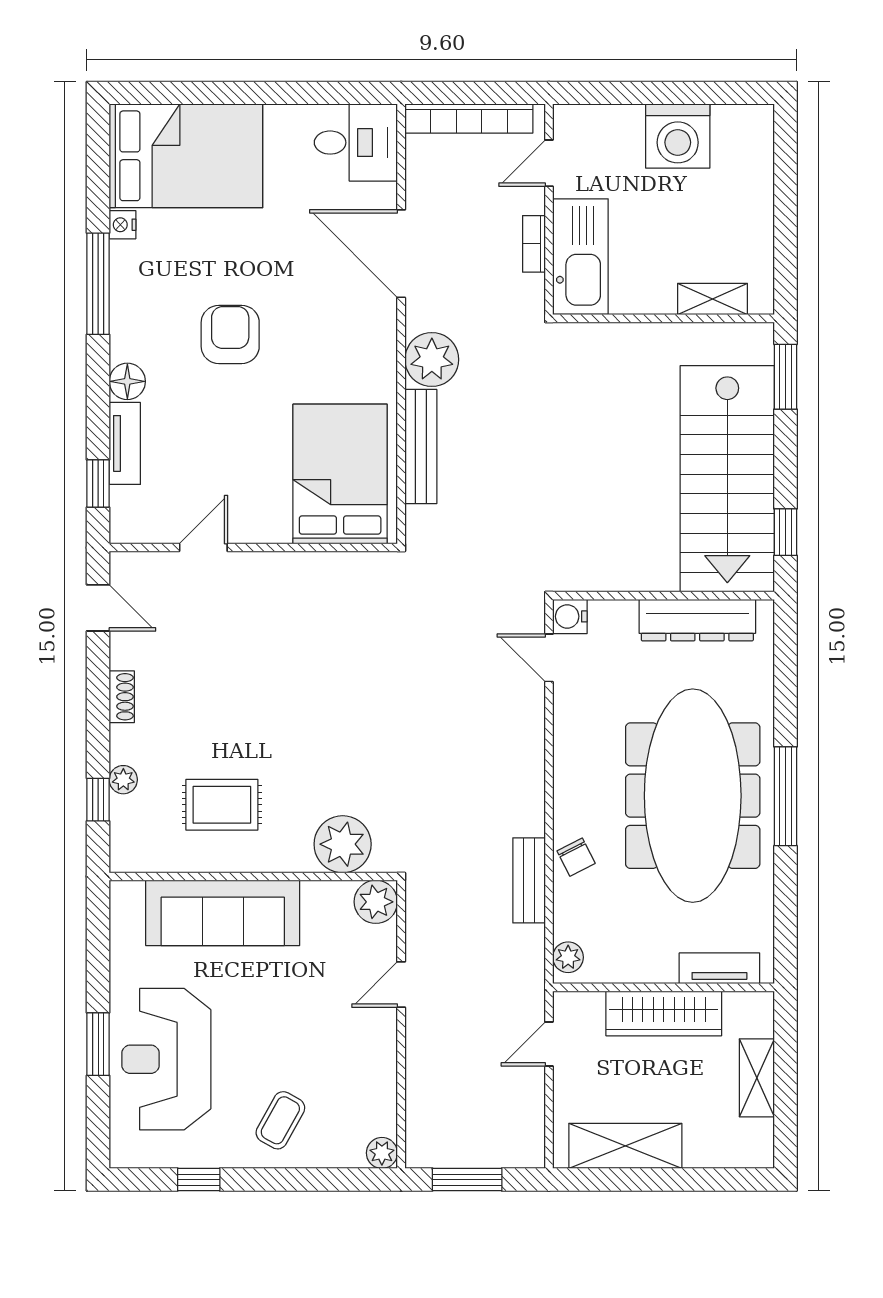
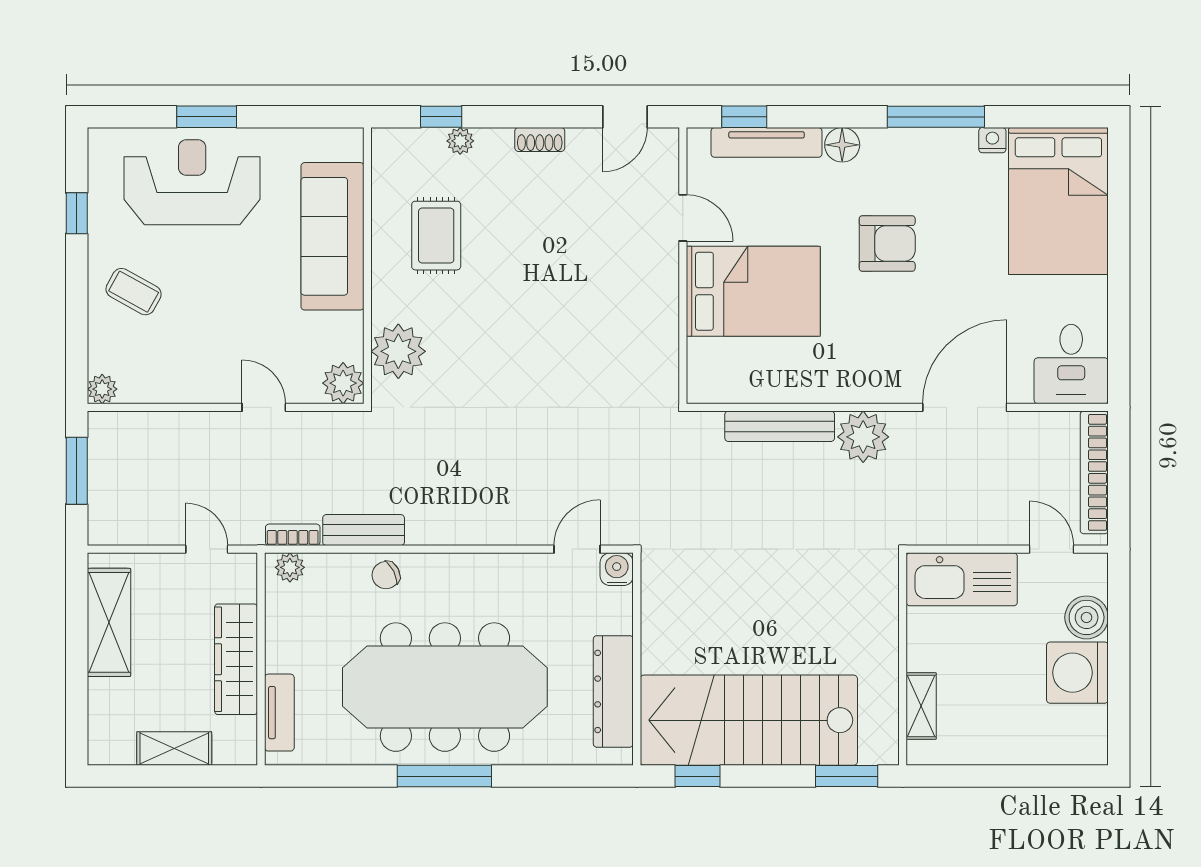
boiler: (620, 127) -> (1087, 617), added
bookcase: (534, 244) -> (293, 535), moved
tv unit: (125, 443) -> (767, 142), width x1.41
bed: (340, 474) -> (753, 291), moved

